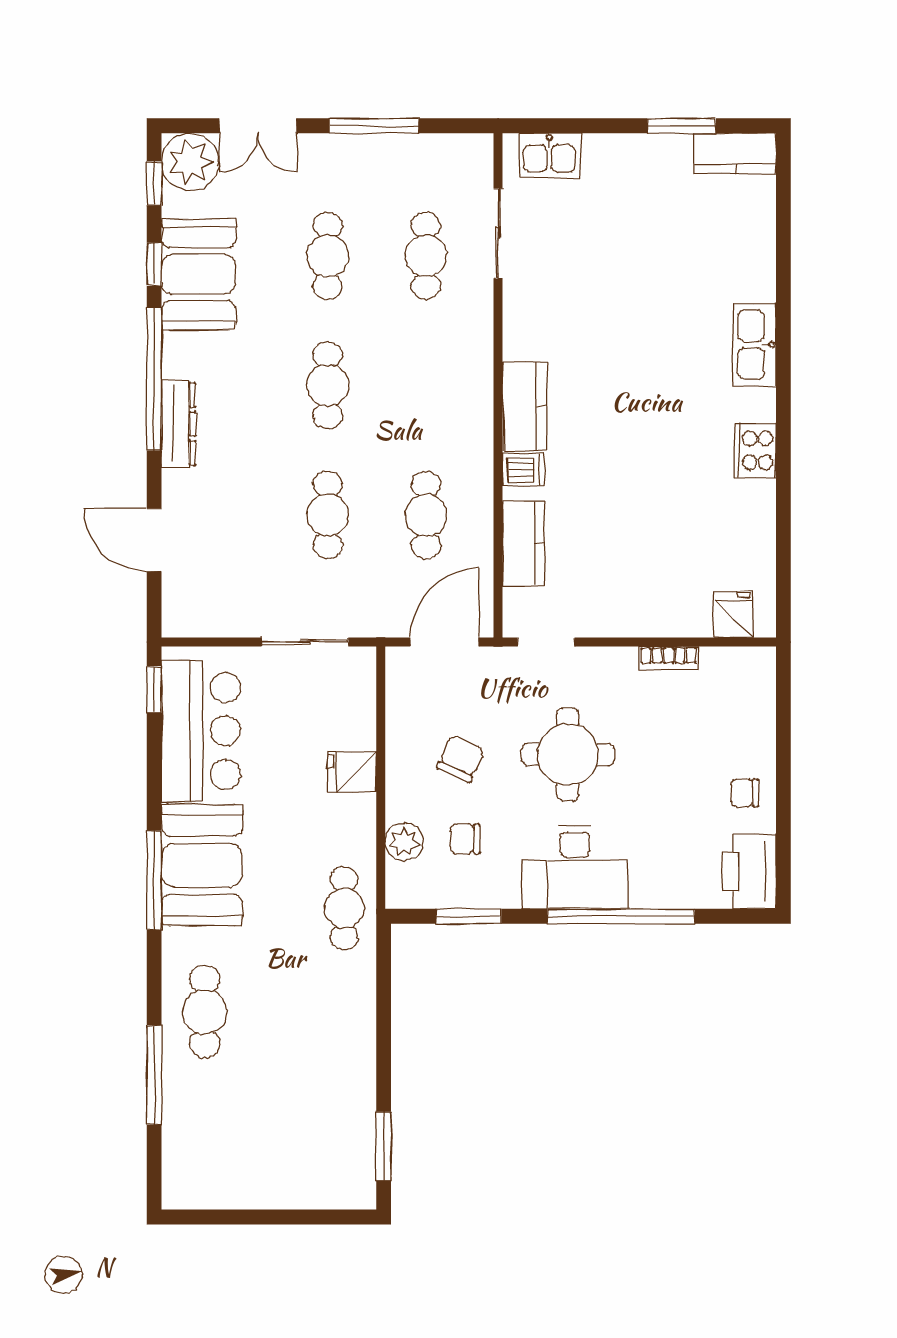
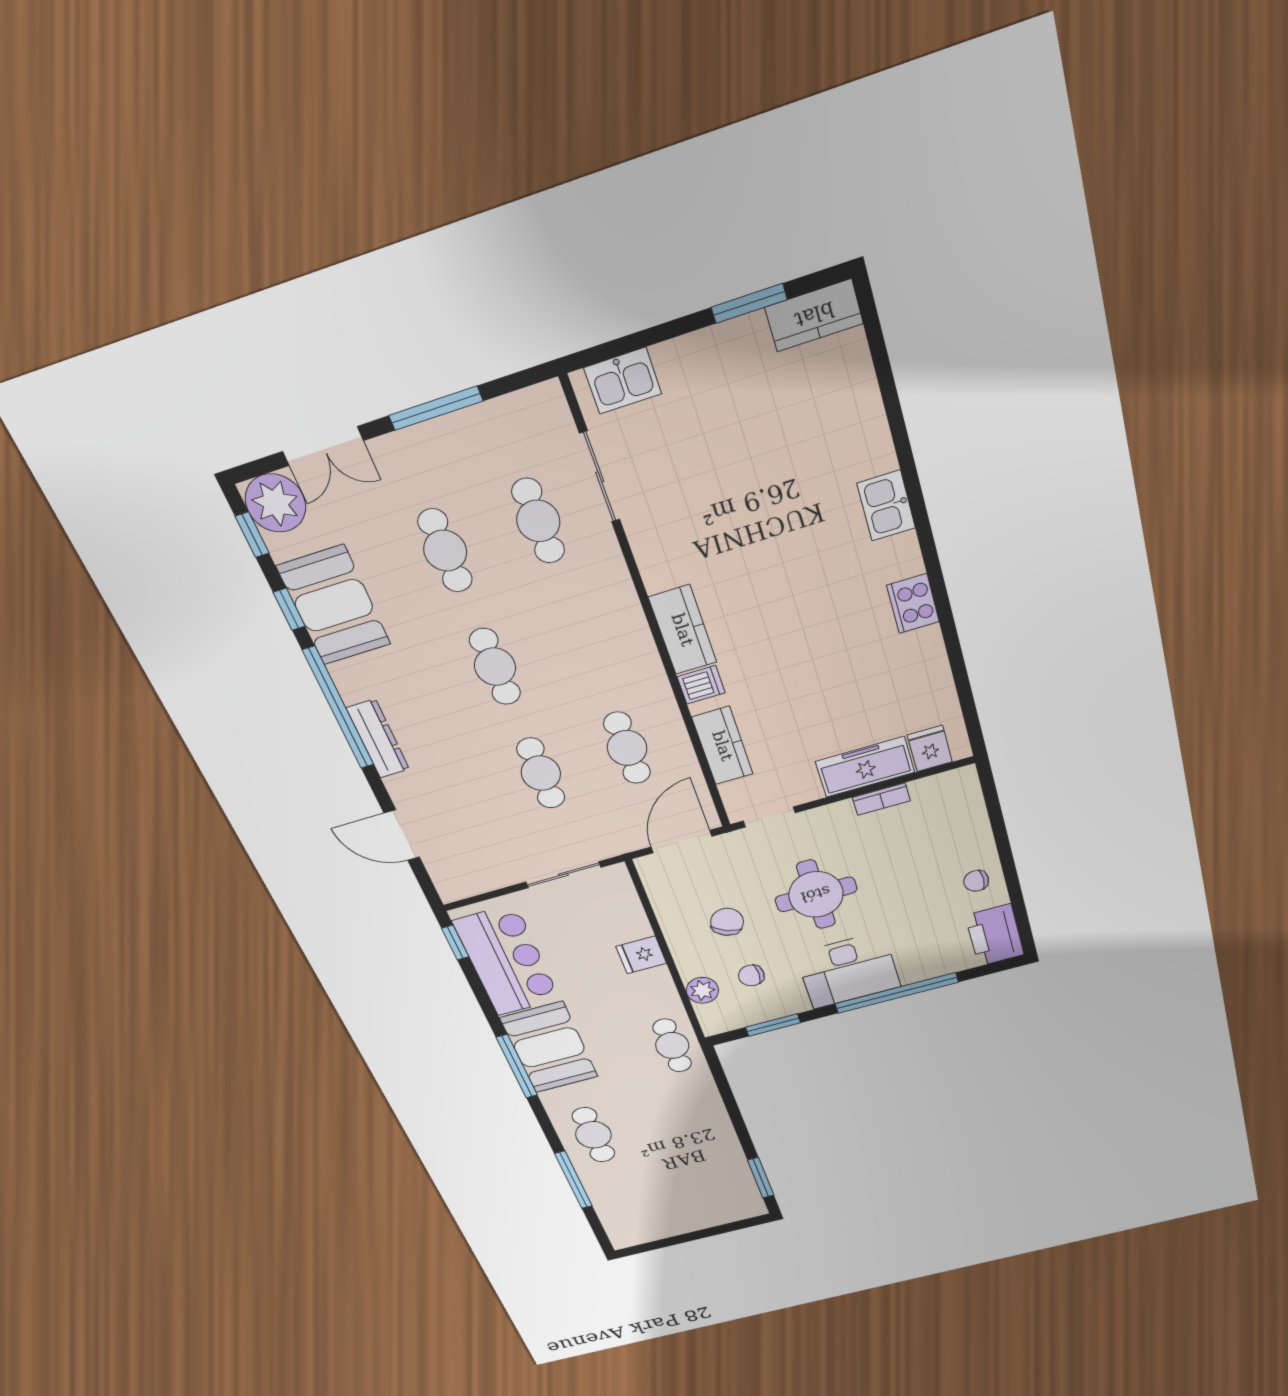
kitchen sink: (754, 345) -> (886, 506), width x0.73
freezer: (662, 615) -> (865, 767), added

